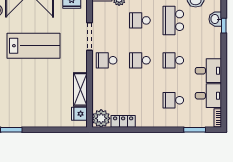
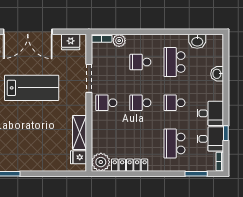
washbasin: (215, 19) -> (217, 74), moved
window: (224, 26) -> (226, 133), moved
school desk: (173, 100) -> (174, 143), width x1.85
locker: (123, 121) -> (130, 165), width x1.53

